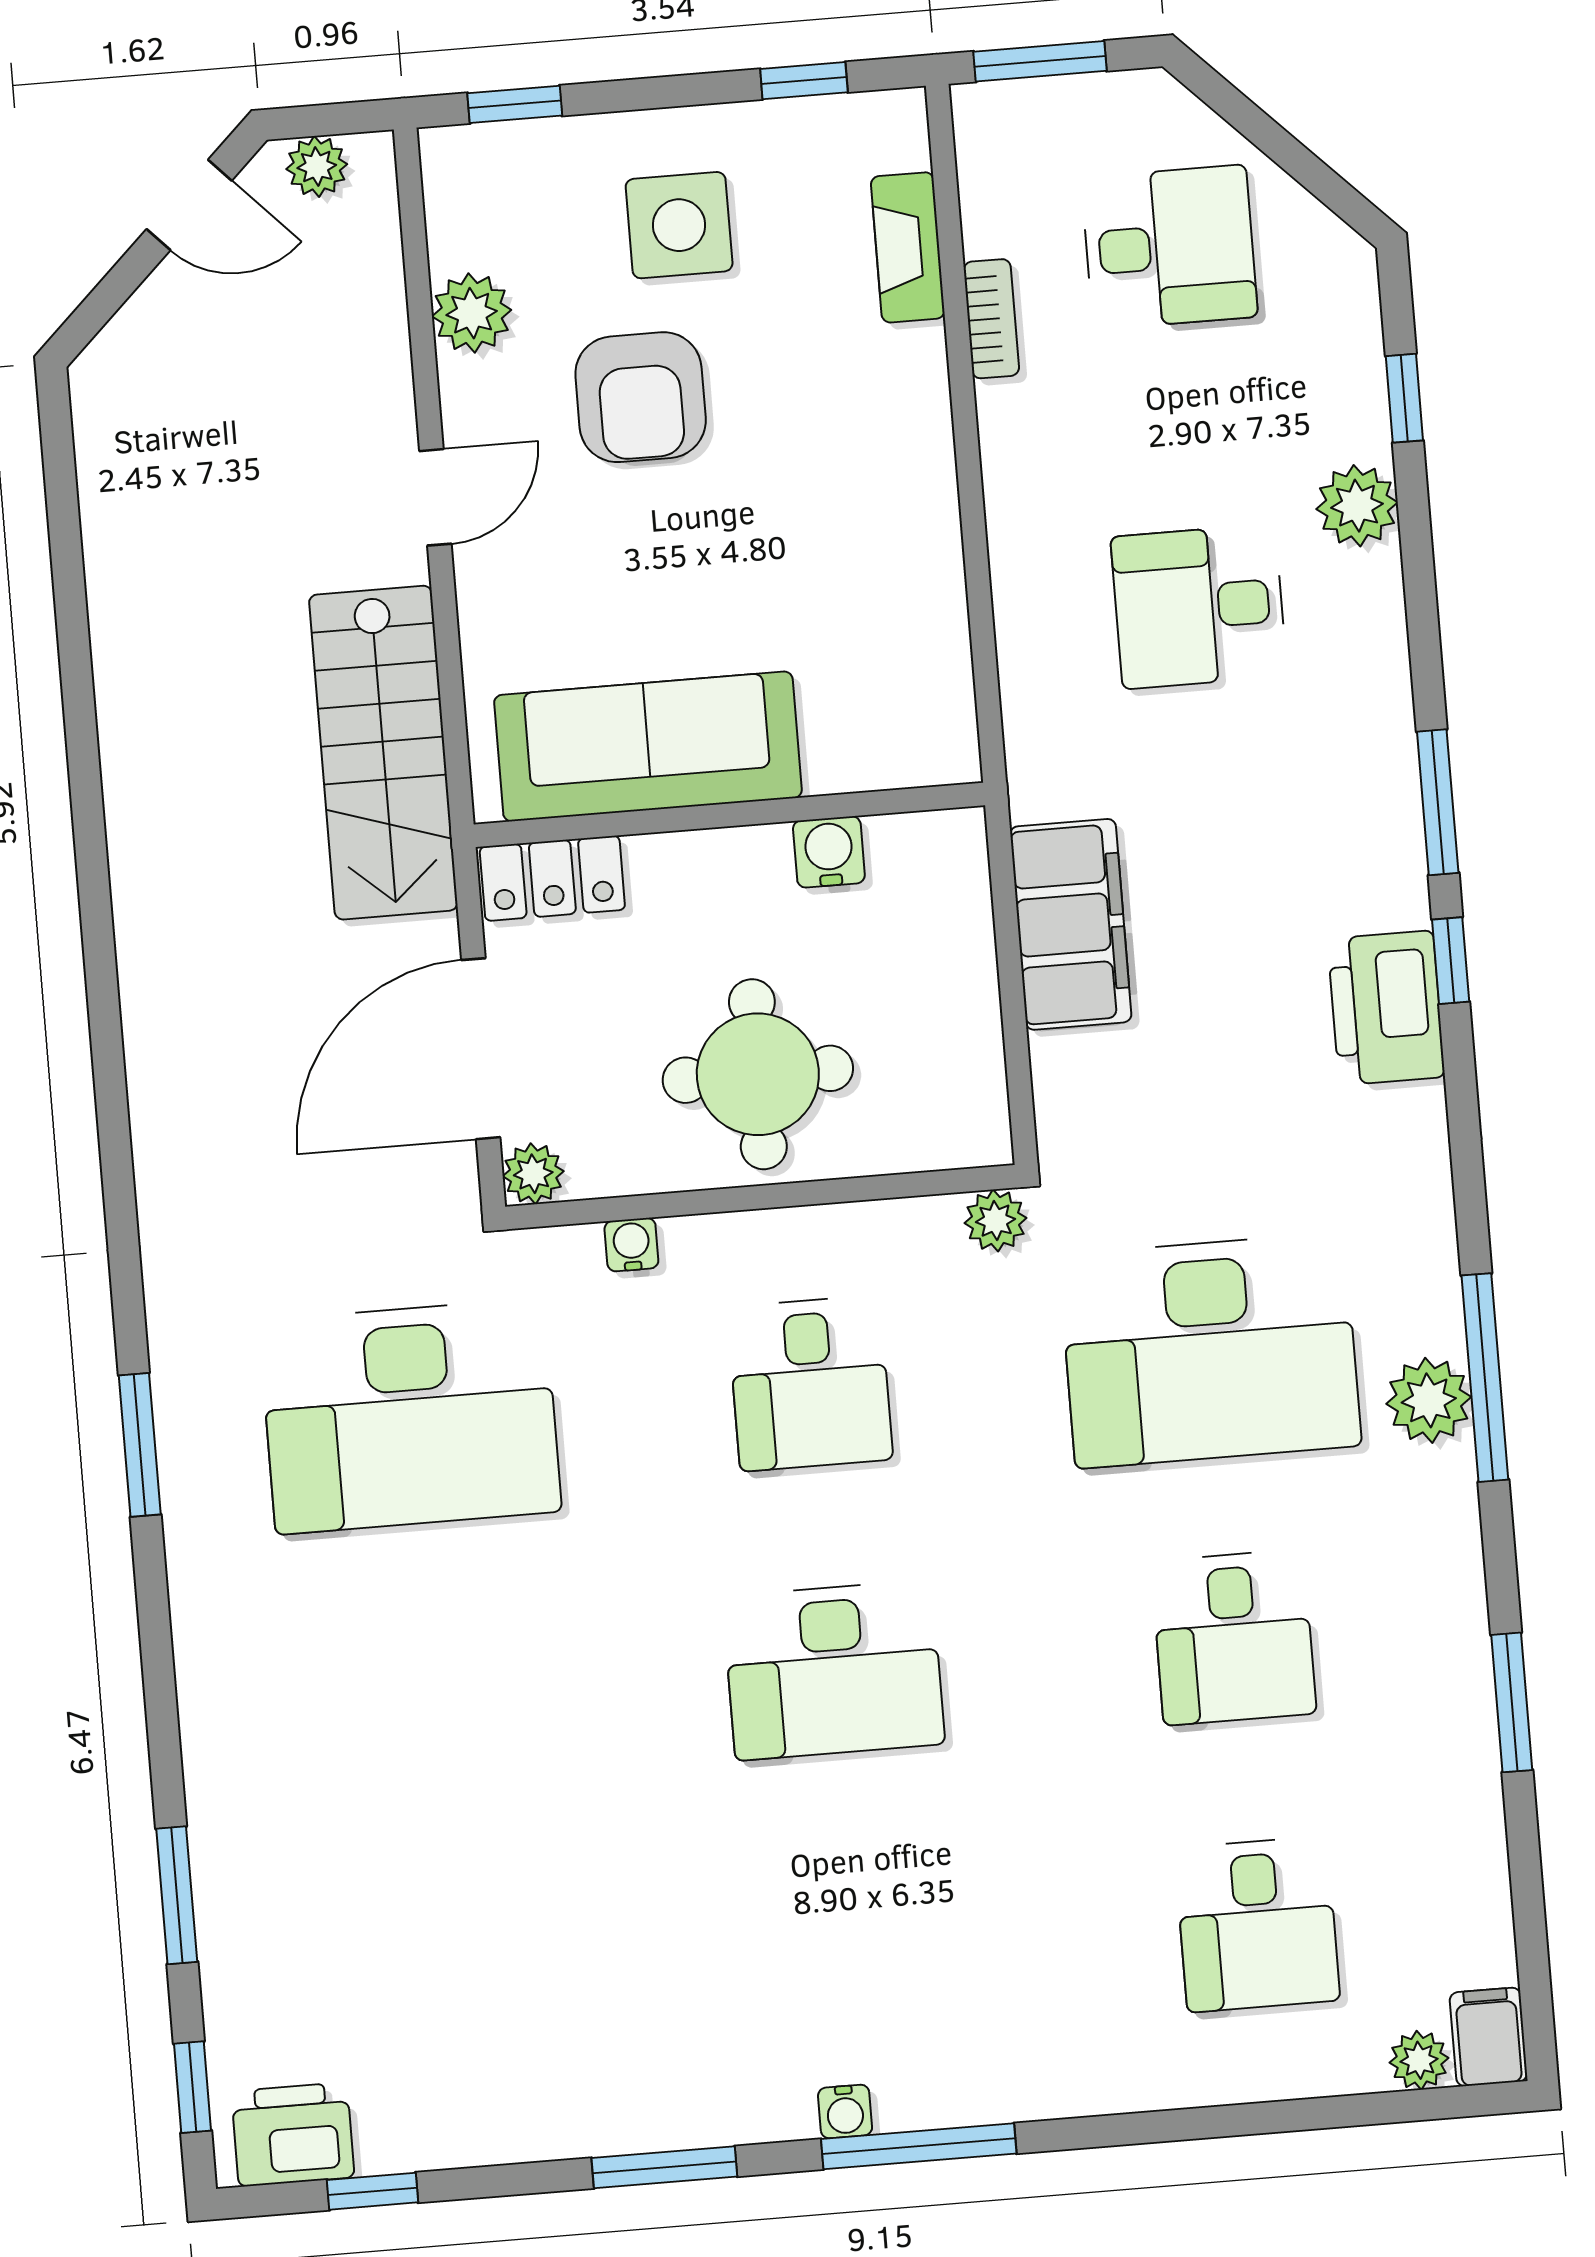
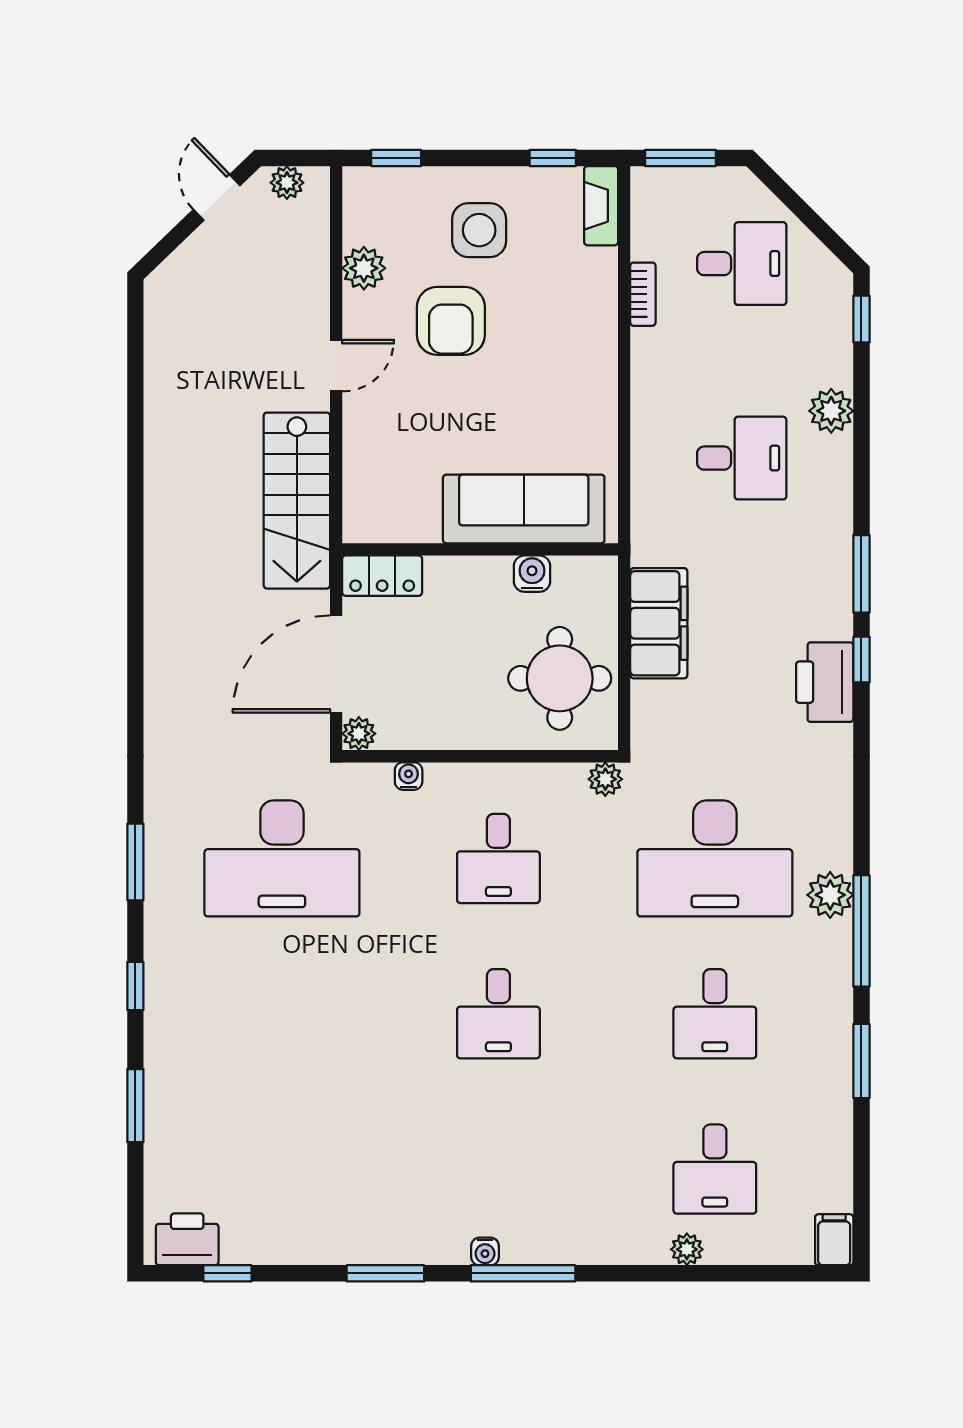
door: (189, 205) -> (217, 198), swing flipped
fireplace: (908, 247) -> (601, 206), moved
window: (1404, 398) -> (861, 319), moved
desk: (1199, 607) -> (742, 458), turned 180
sofa: (648, 746) -> (524, 509), moved
round table: (758, 1074) -> (560, 678), moved
window: (1485, 1378) -> (861, 931), moved
desk: (834, 1670) -> (498, 1014), width x0.73
plant: (1419, 2060) -> (687, 1249), moved
window: (193, 2087) -> (135, 986), moved

